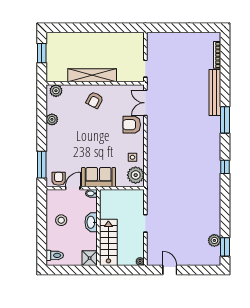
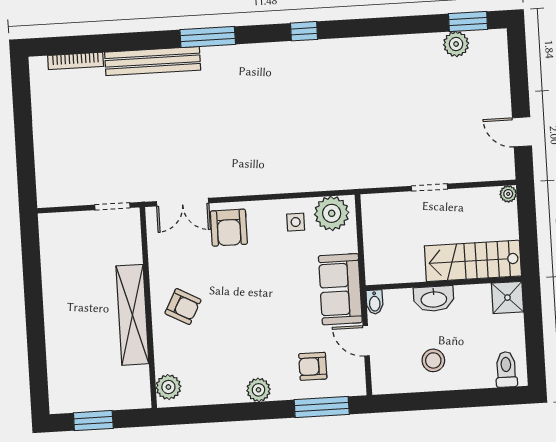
plant: (52, 119) -> (258, 390), moved
armchair: (59, 179) -> (313, 366), moved
door: (170, 270) -> (522, 132), hinge flipped

